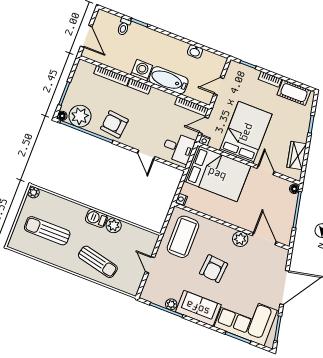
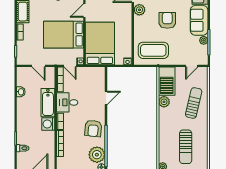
desk: (178, 148) -> (67, 102), moved, turned -90
barbecue: (96, 218) -> (167, 81), moved, width x1.88, depth x1.53
door: (150, 265) -> (192, 66), moved
armchair: (214, 269) -> (167, 20), turned -95

